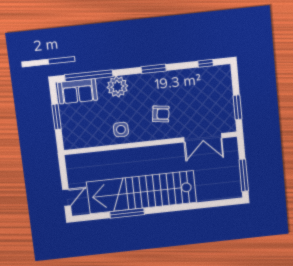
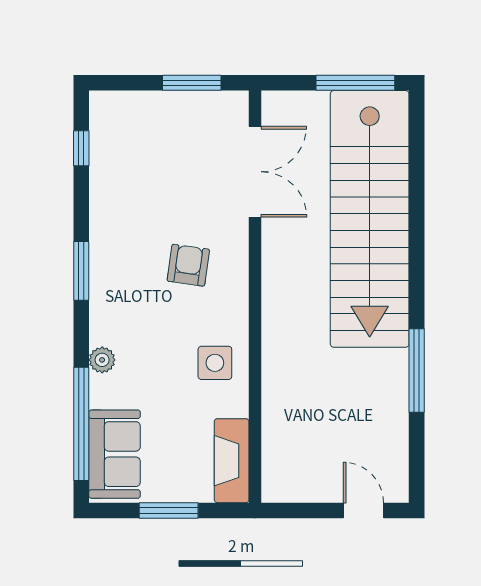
plant: (117, 87) -> (102, 360), width x0.53, depth x0.53
fireplace: (81, 141) -> (232, 461), added
stairs: (142, 192) -> (370, 219), moved

